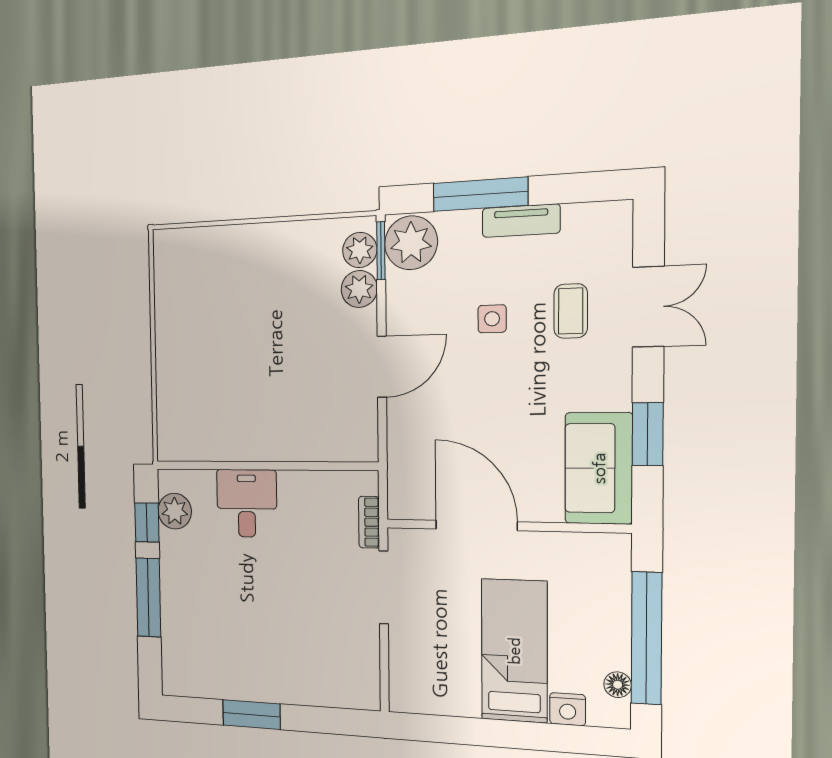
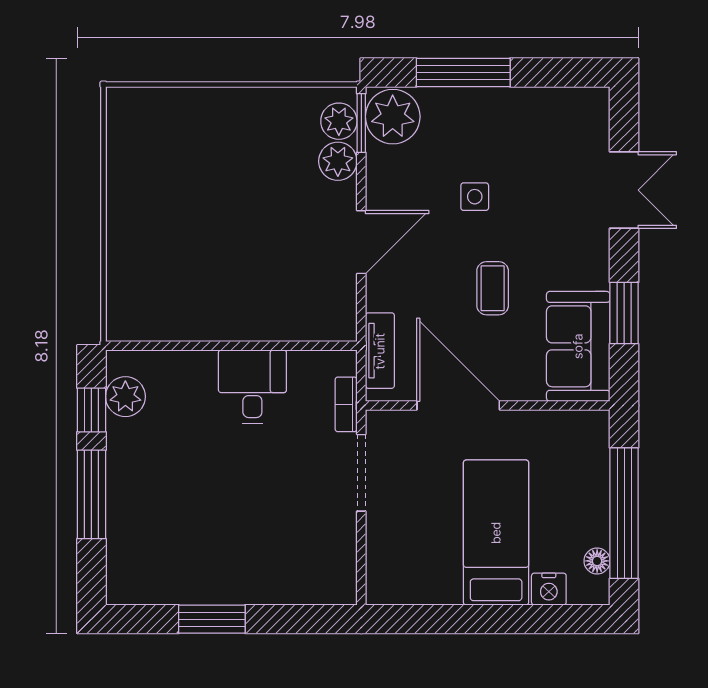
tv unit: (521, 221) -> (380, 351), moved, turned -90
coffee table: (571, 311) -> (493, 288), moved
desk: (247, 503) -> (252, 387), moved

